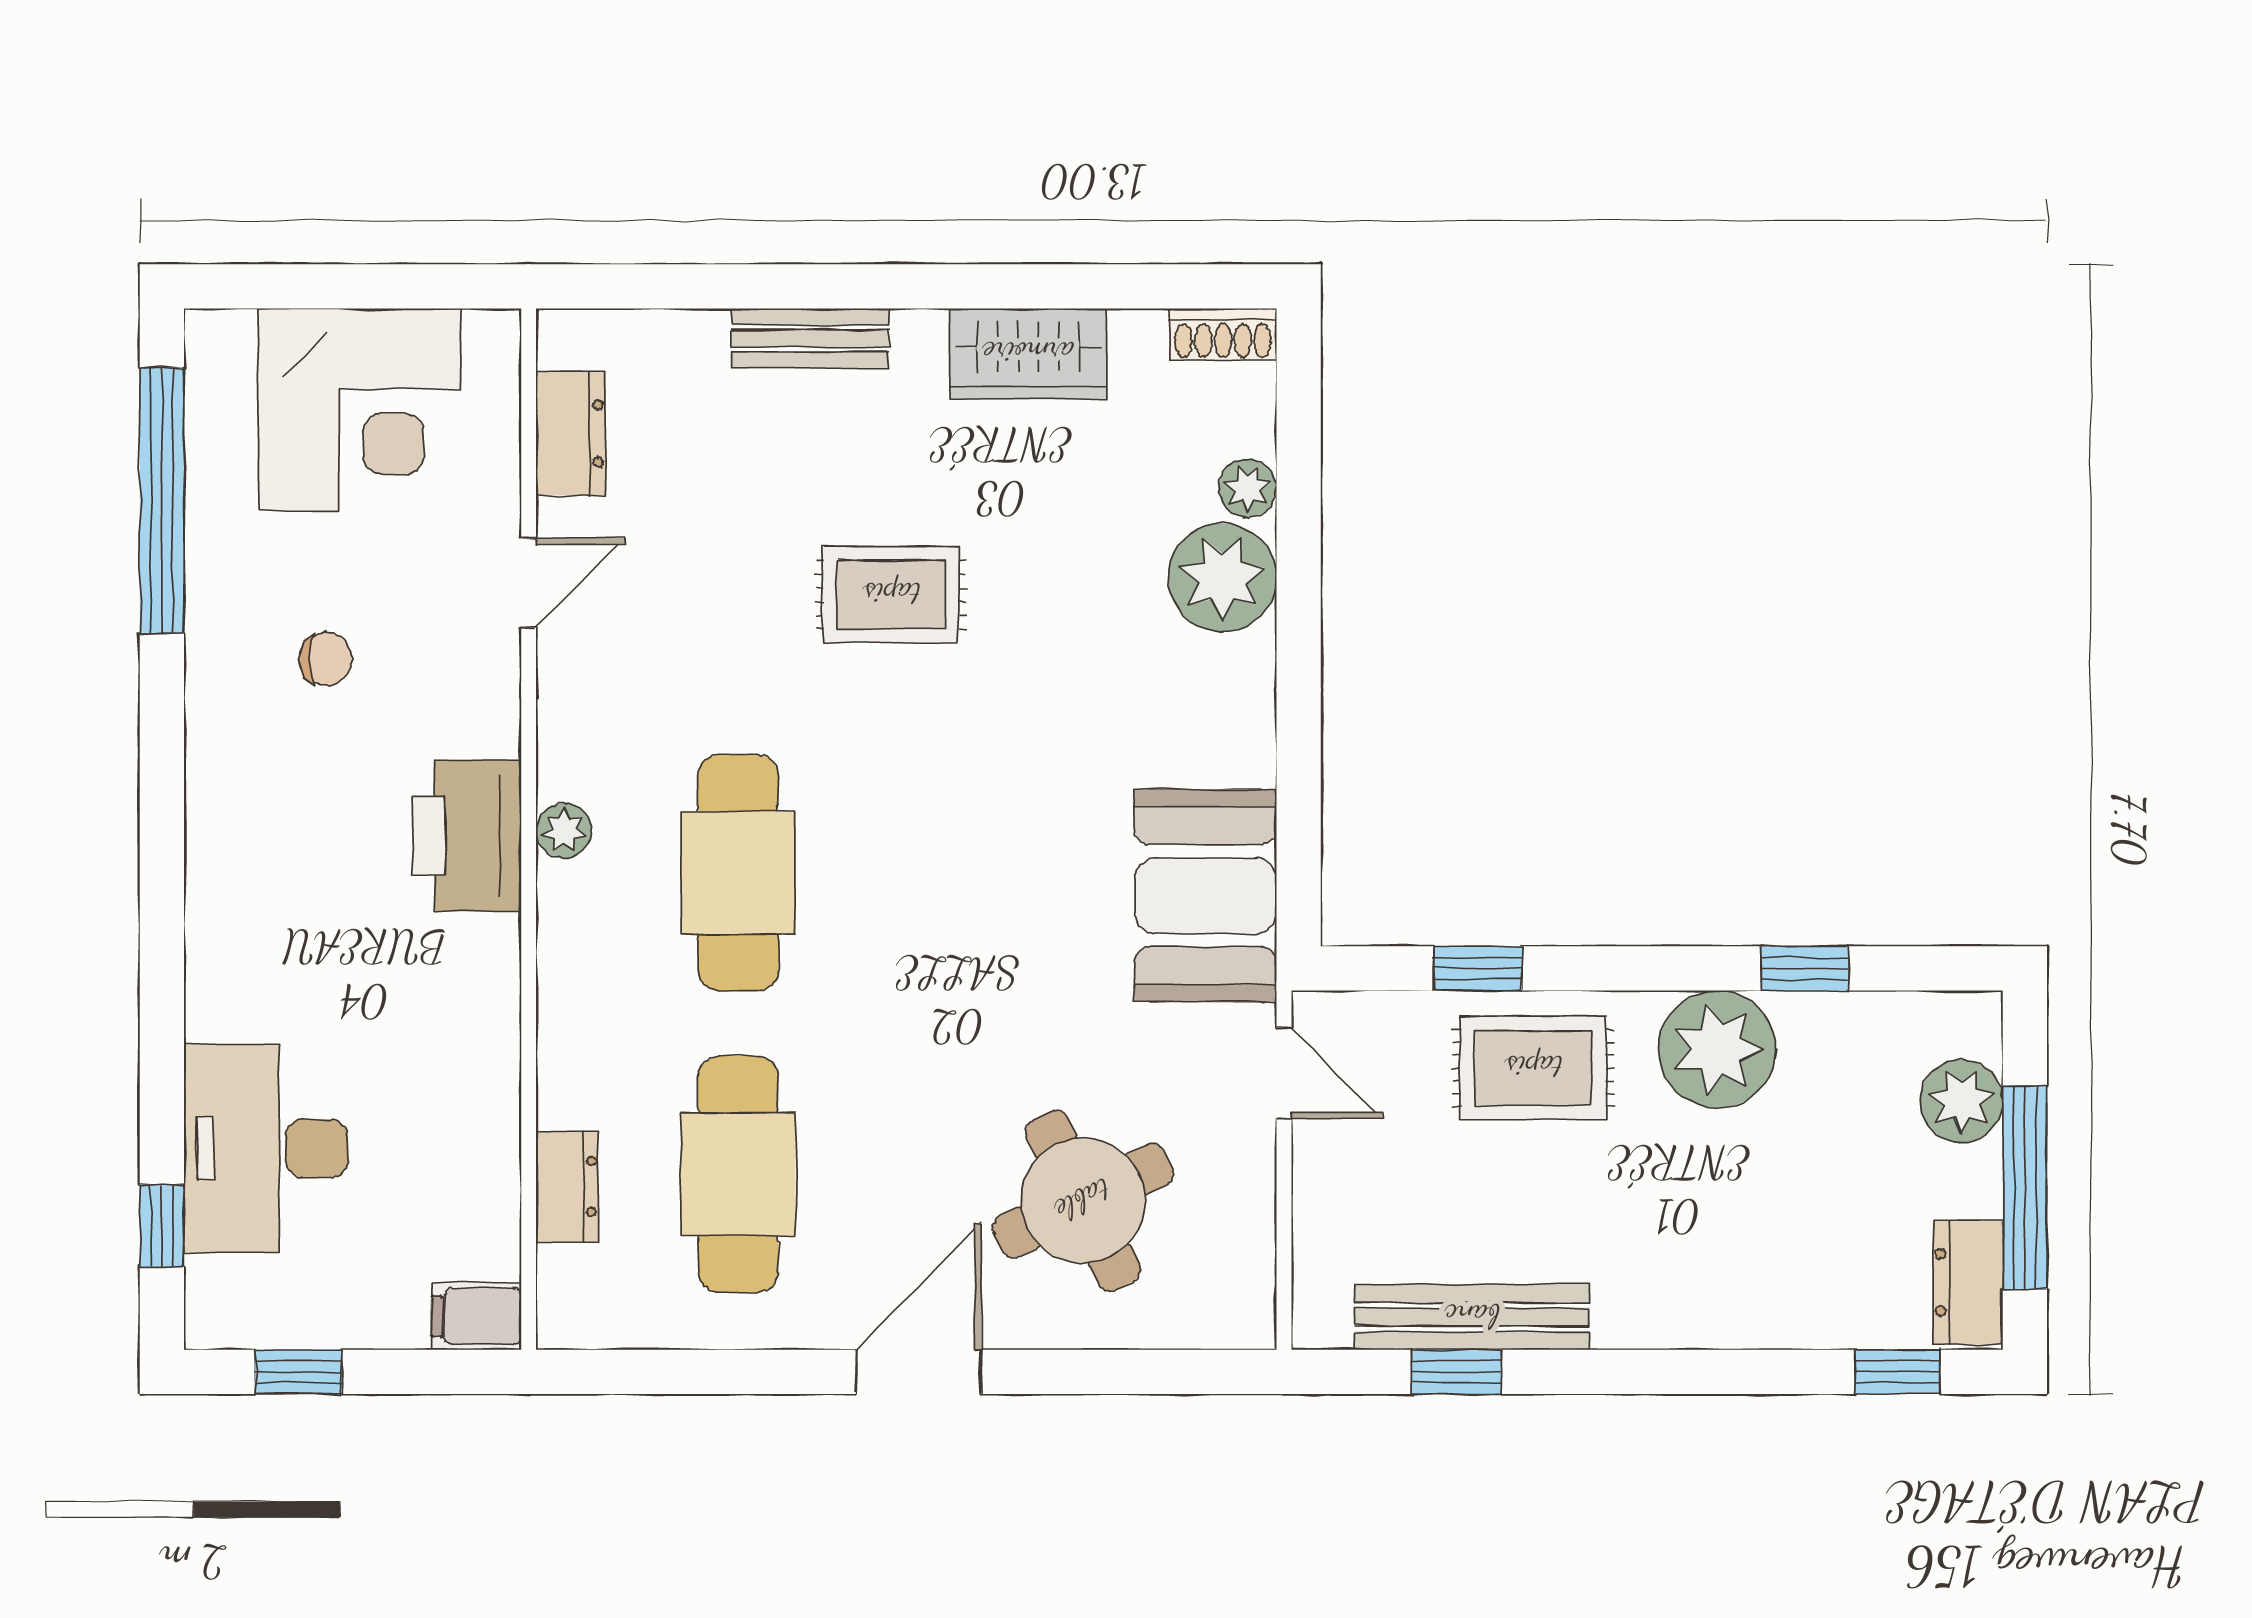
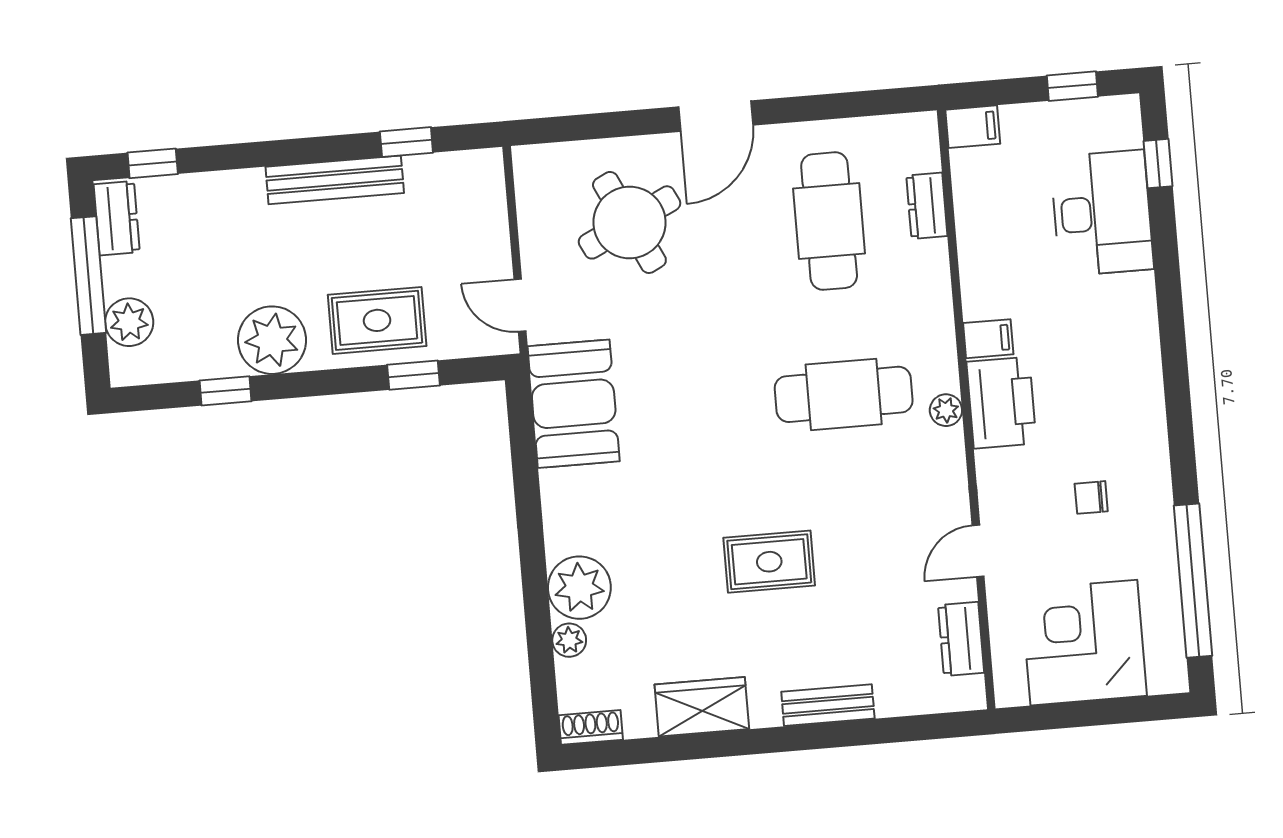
cafe table: (738, 873) -> (844, 394), turned 90
filing cabinet: (480, 948) -> (988, 339), added
bench: (1472, 1317) -> (335, 180), moved

